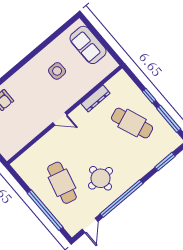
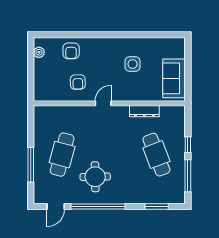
sofa: (88, 45) -> (174, 78), moved
armchair: (28, 119) -> (78, 82), added
door: (60, 119) -> (103, 103), swing flipped
window: (45, 210) -> (31, 165), width x0.68

